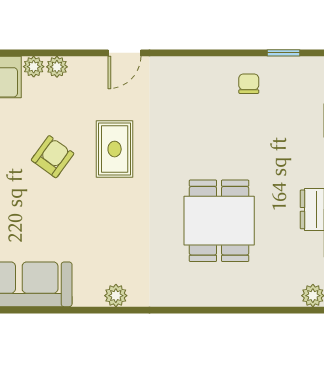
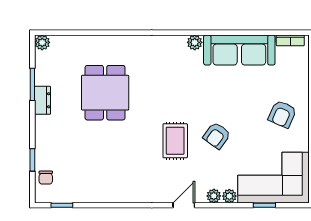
door: (124, 53) -> (184, 205), moved
chair: (249, 84) -> (46, 178), moved
plant: (116, 296) -> (195, 42), moved

